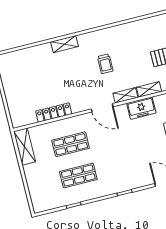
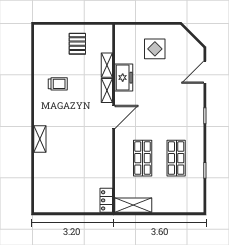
trolley: (105, 64) -> (58, 84), moved
locker: (54, 113) -> (106, 200), moved, width x0.66

